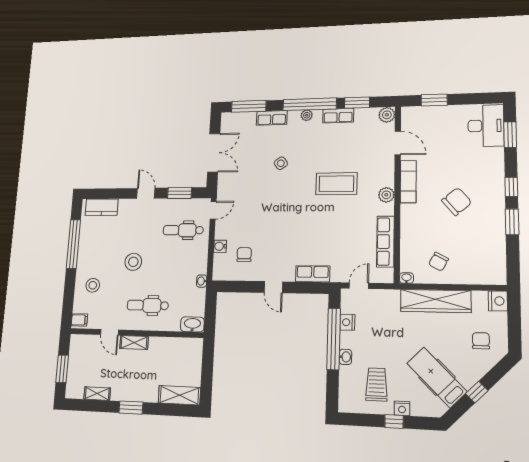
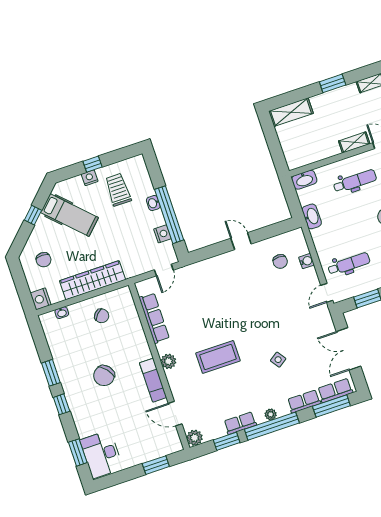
chair: (439, 262) -> (102, 316), turned 106
row of seats: (313, 274) -> (335, 390), moved, turned 180
washbasin: (406, 278) -> (62, 313), moved
washbasin: (202, 281) -> (312, 216), width x1.91, depth x1.45
trolley: (377, 384) -> (118, 190), turned 180

